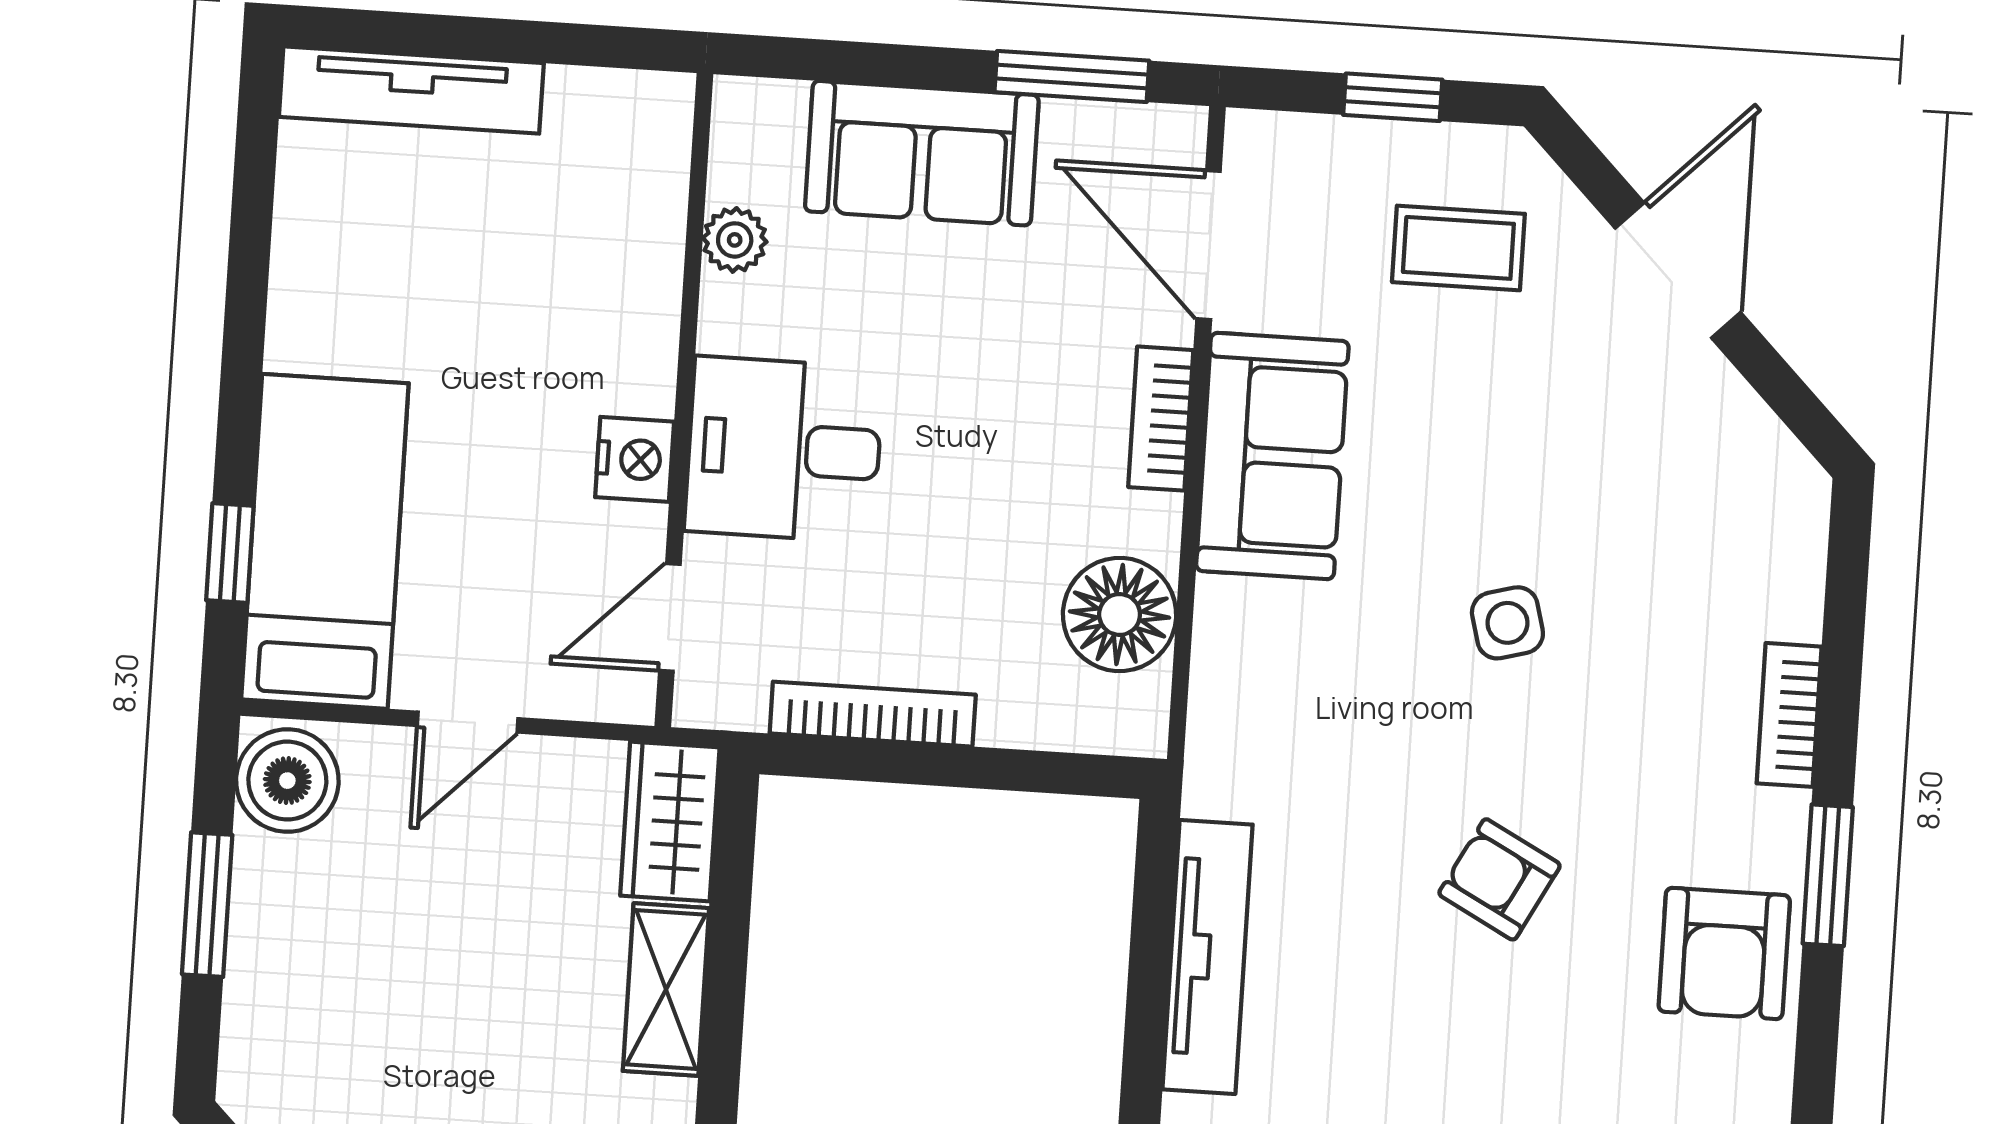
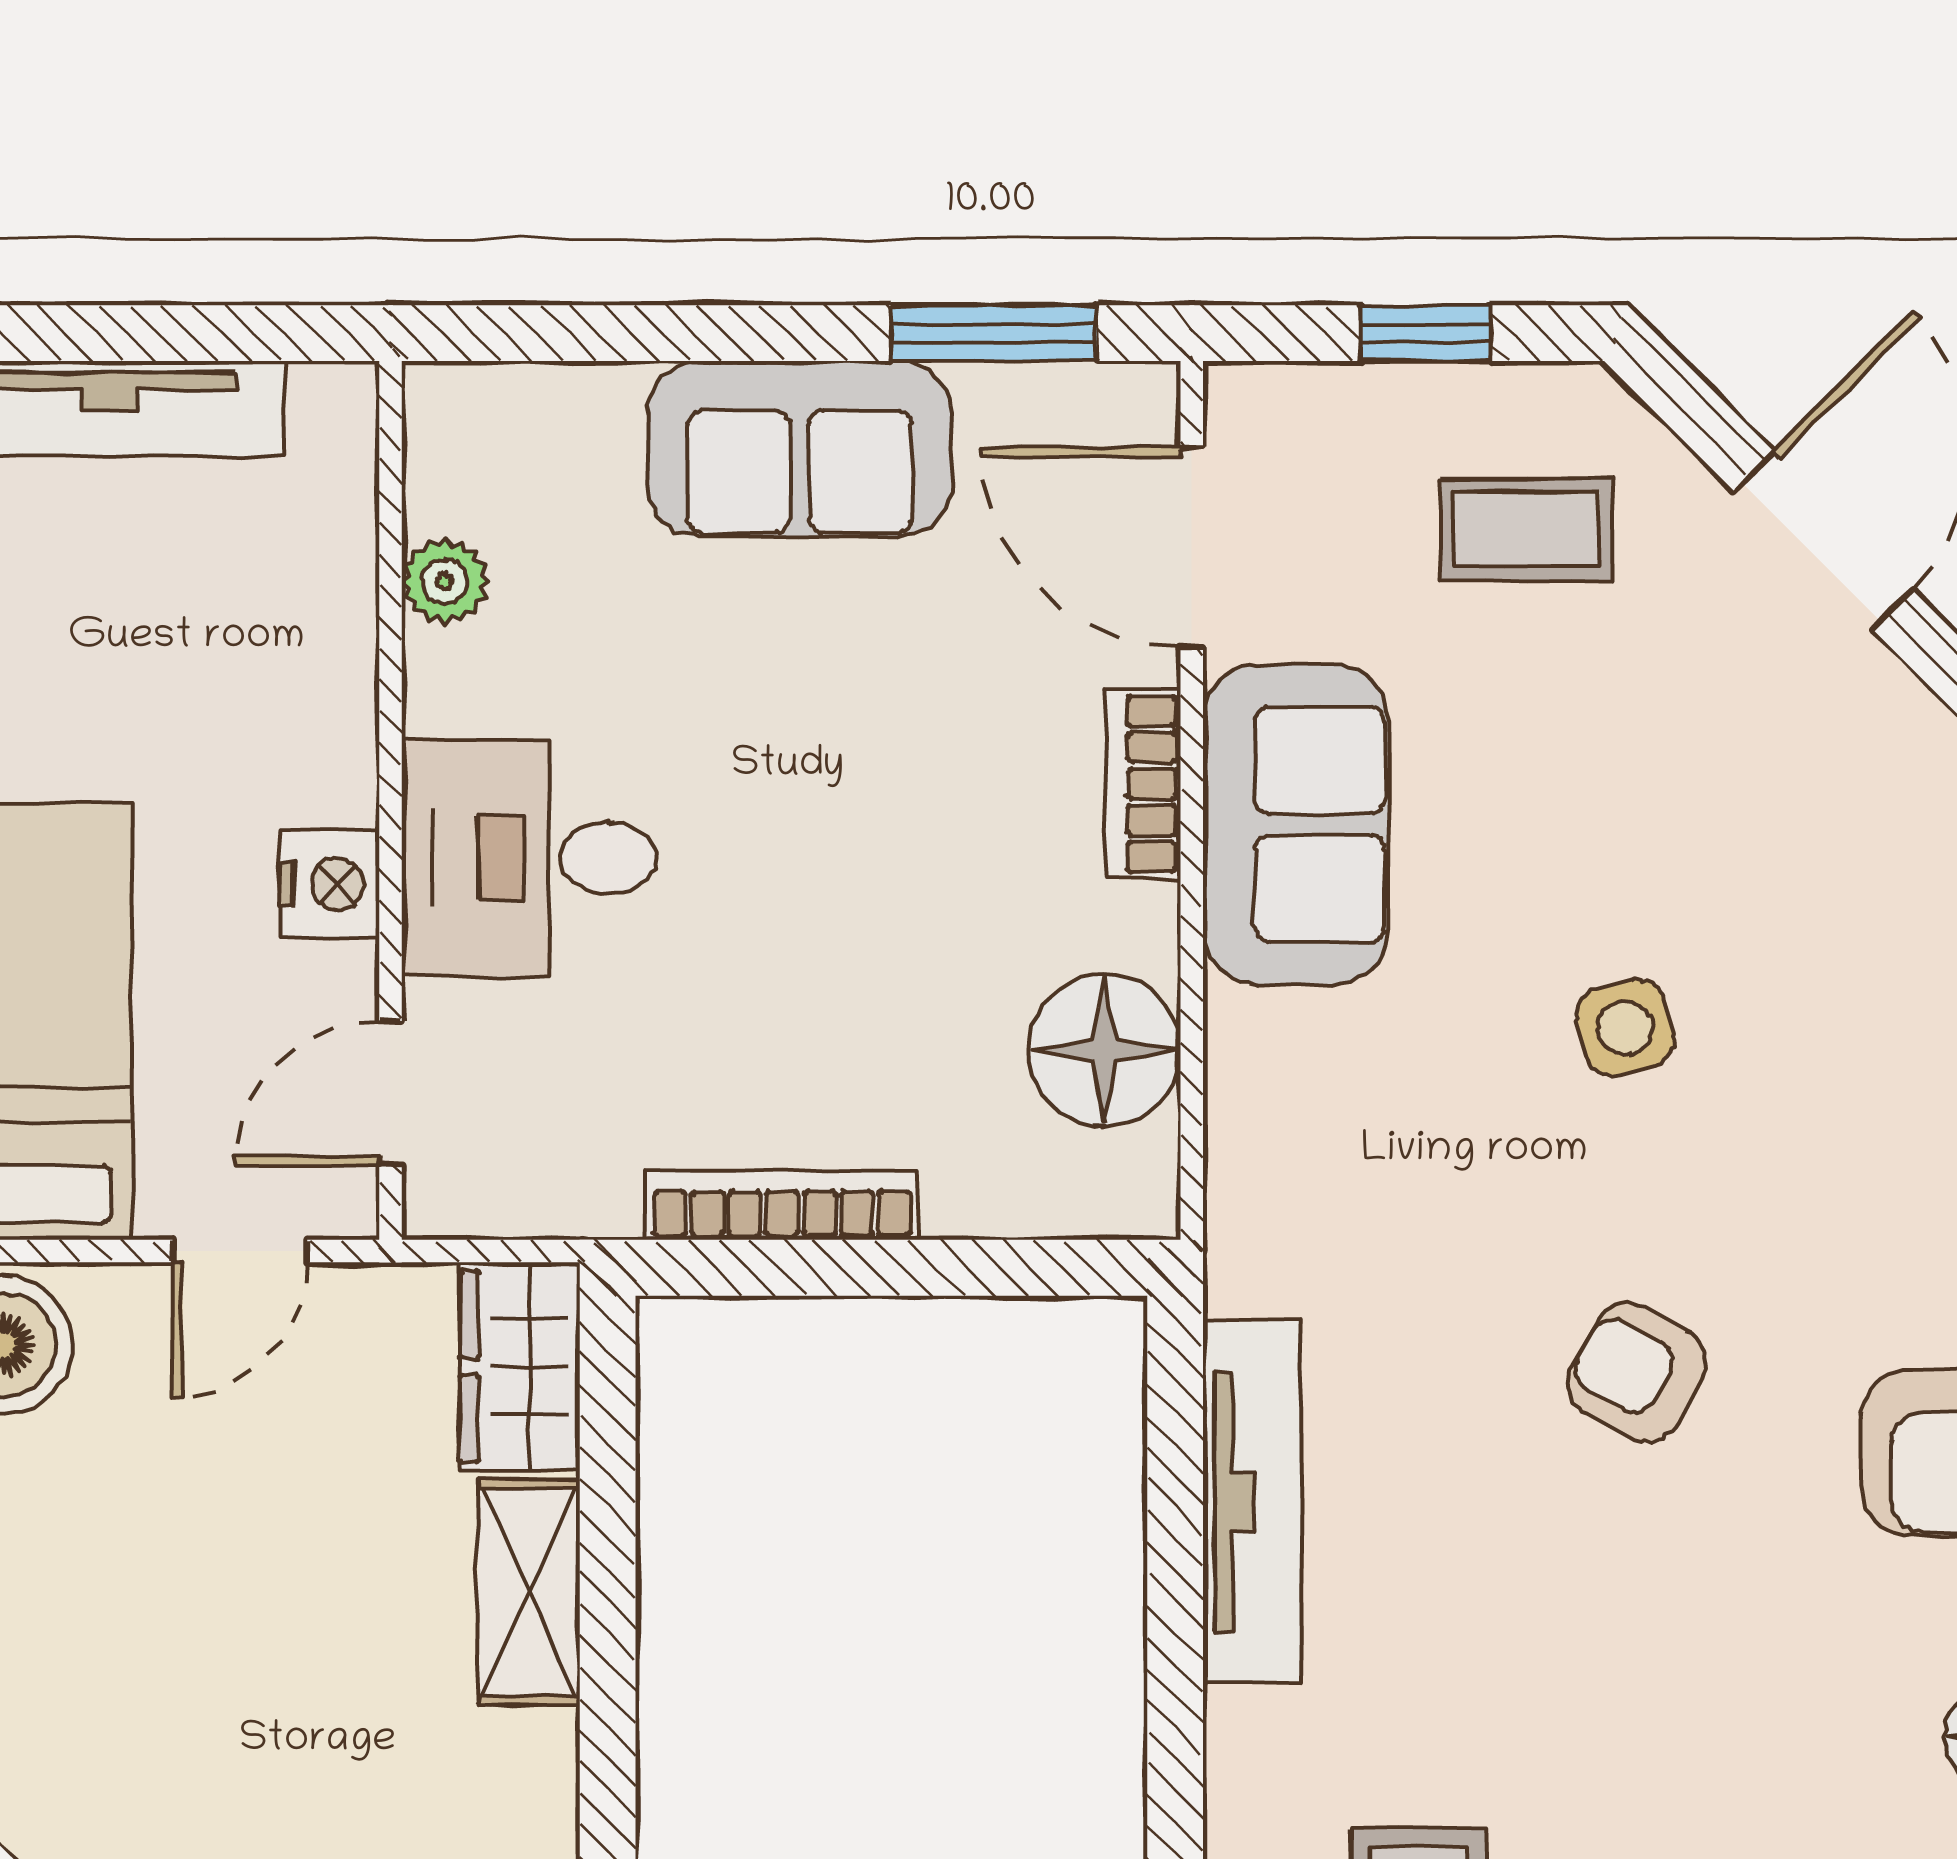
plant: (735, 240) -> (445, 581), moved
wall: (684, 400) -> (391, 800), moved
desk: (784, 449) -> (529, 858), moved
nightstand: (635, 459) -> (330, 884), moved
door: (670, 617) -> (391, 1093), moved

